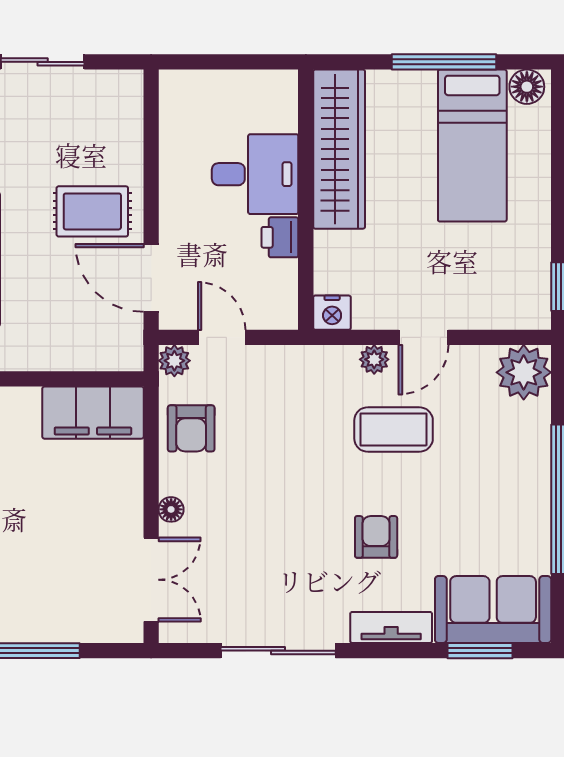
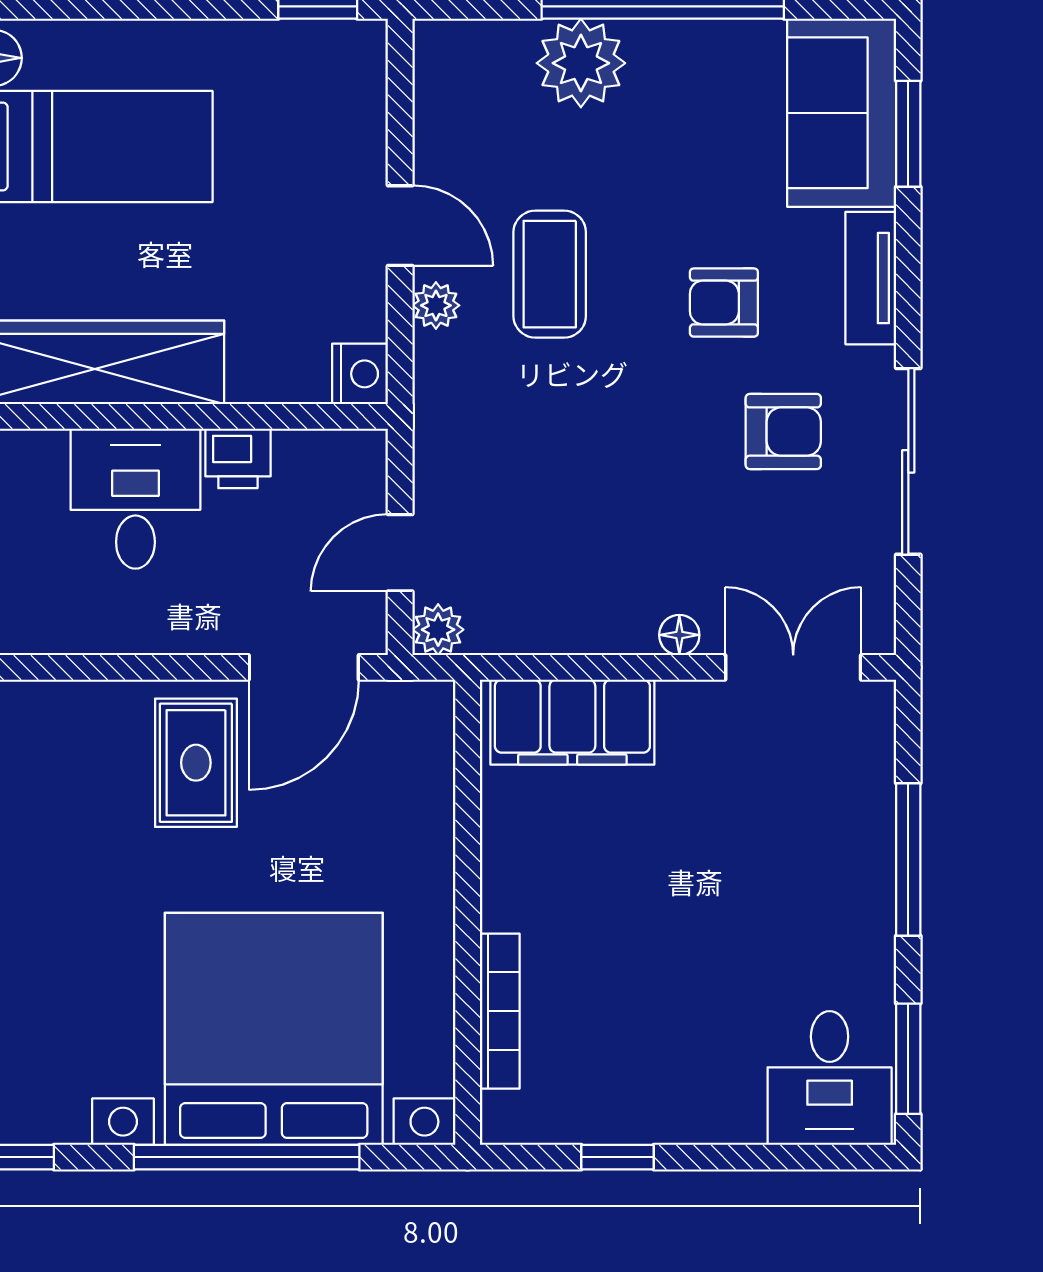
plant: (524, 372) -> (581, 63), moved
filing cabinet: (93, 413) -> (572, 722), moved, turned 90
armchair: (191, 428) -> (783, 432), moved

